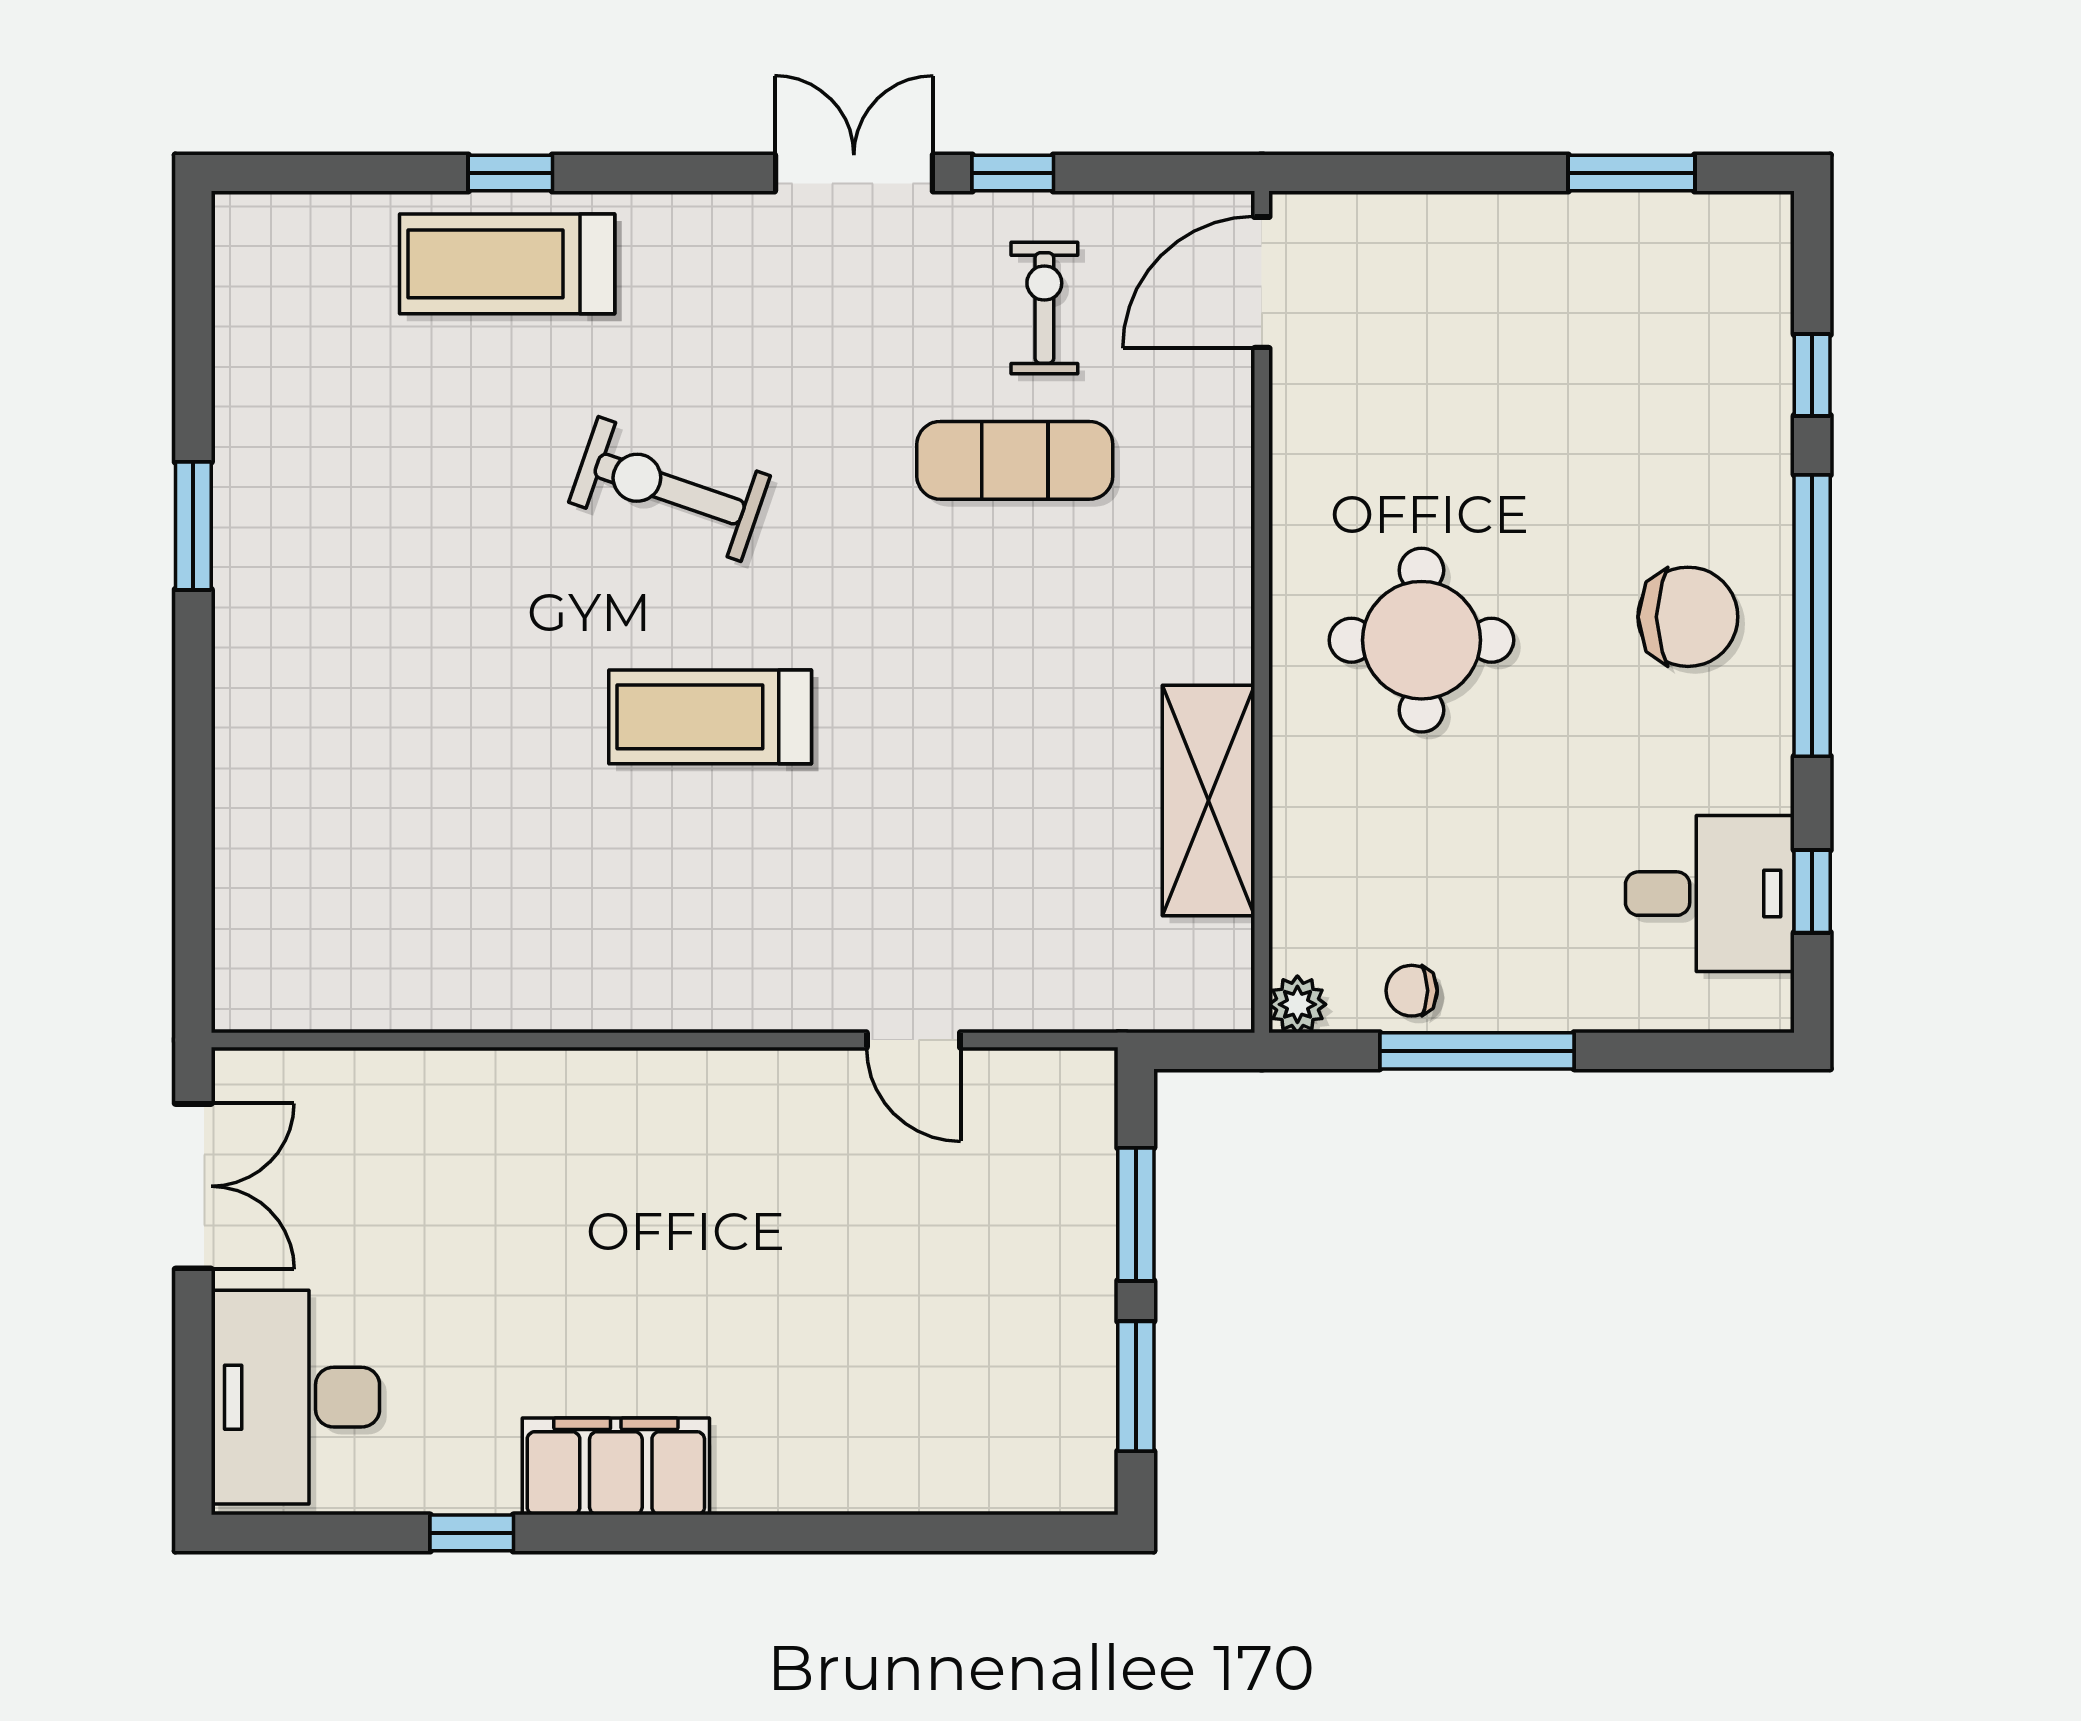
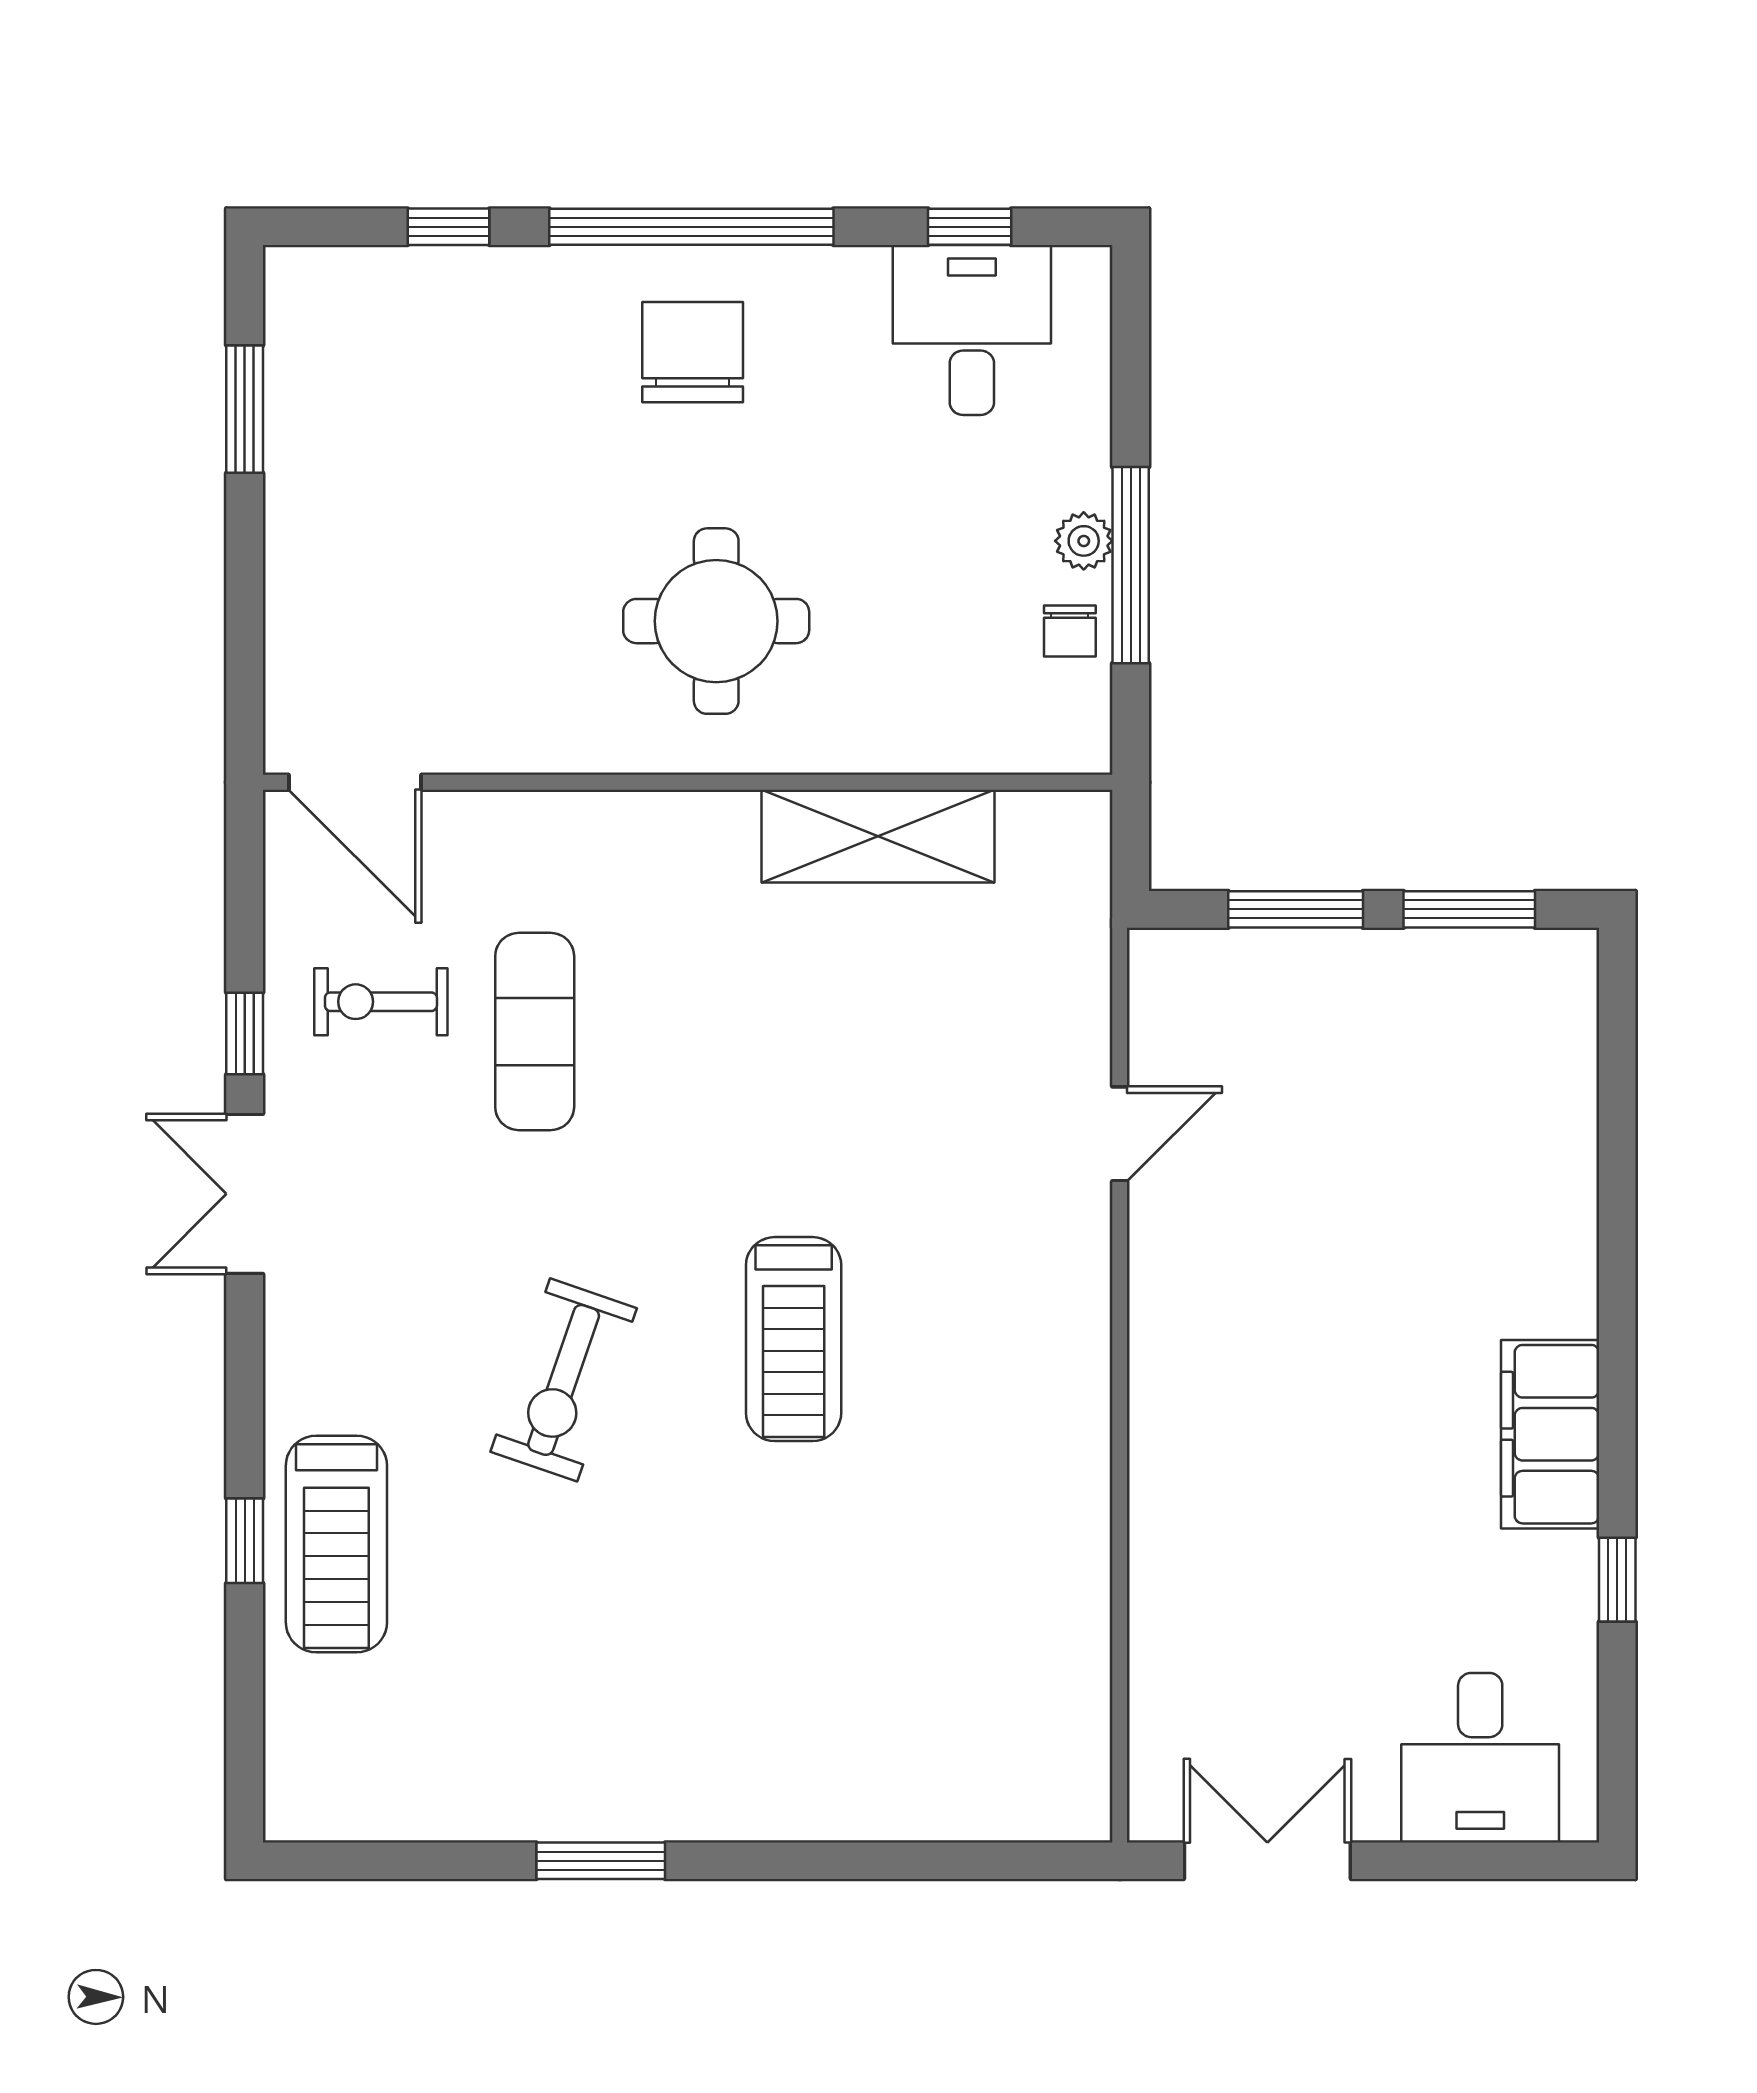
plant: (1297, 1004) -> (1084, 541), moved
desk: (295, 1397) -> (1480, 1758), width x0.73

